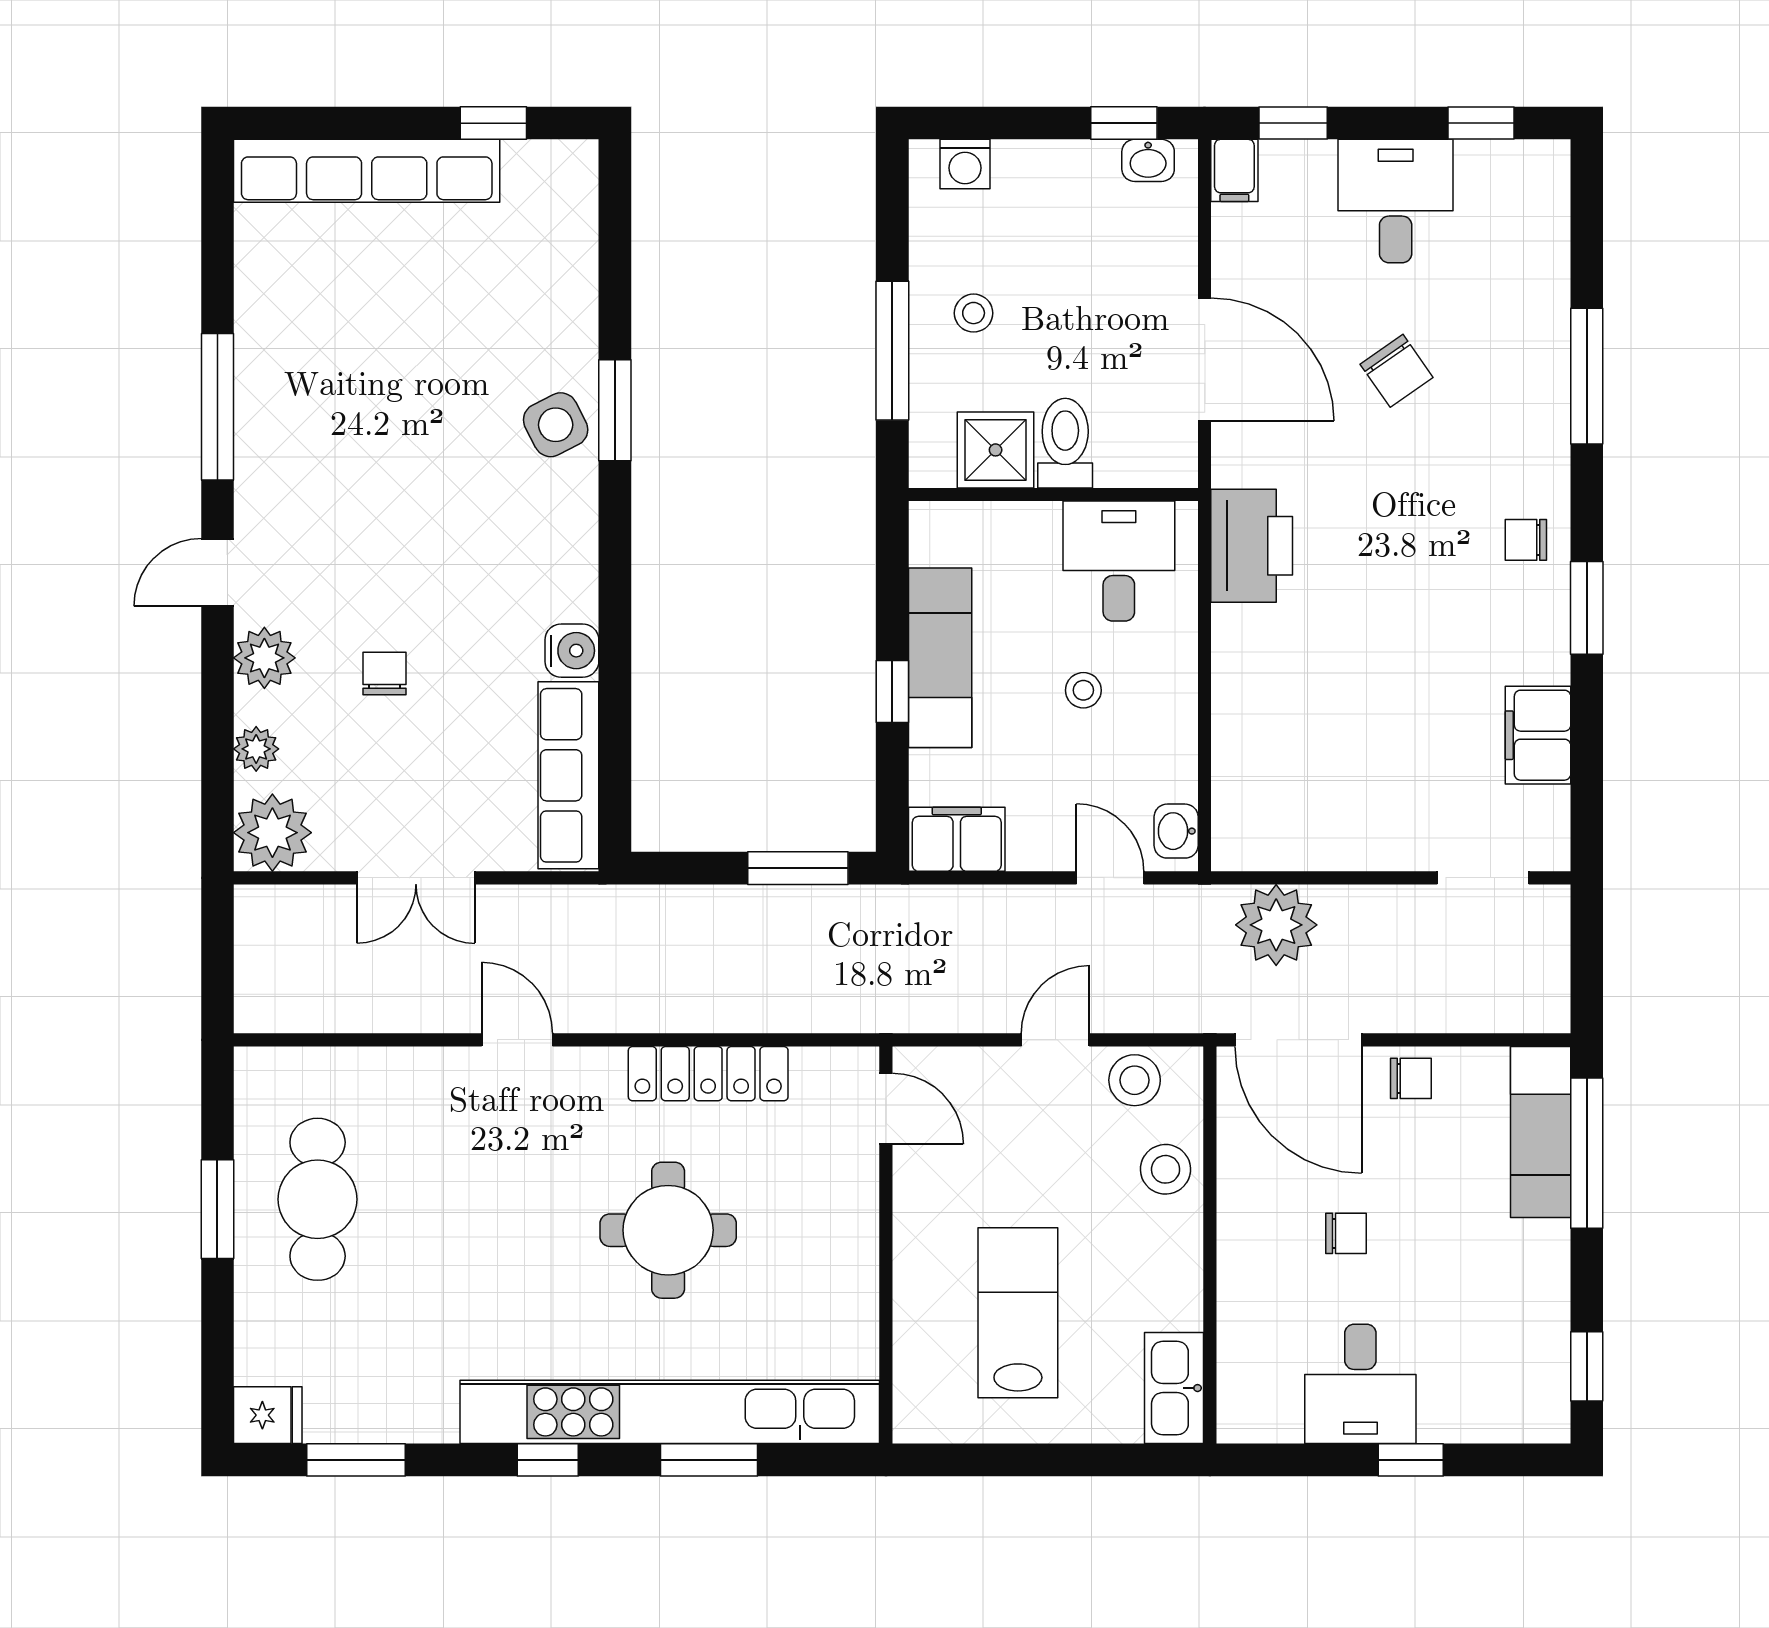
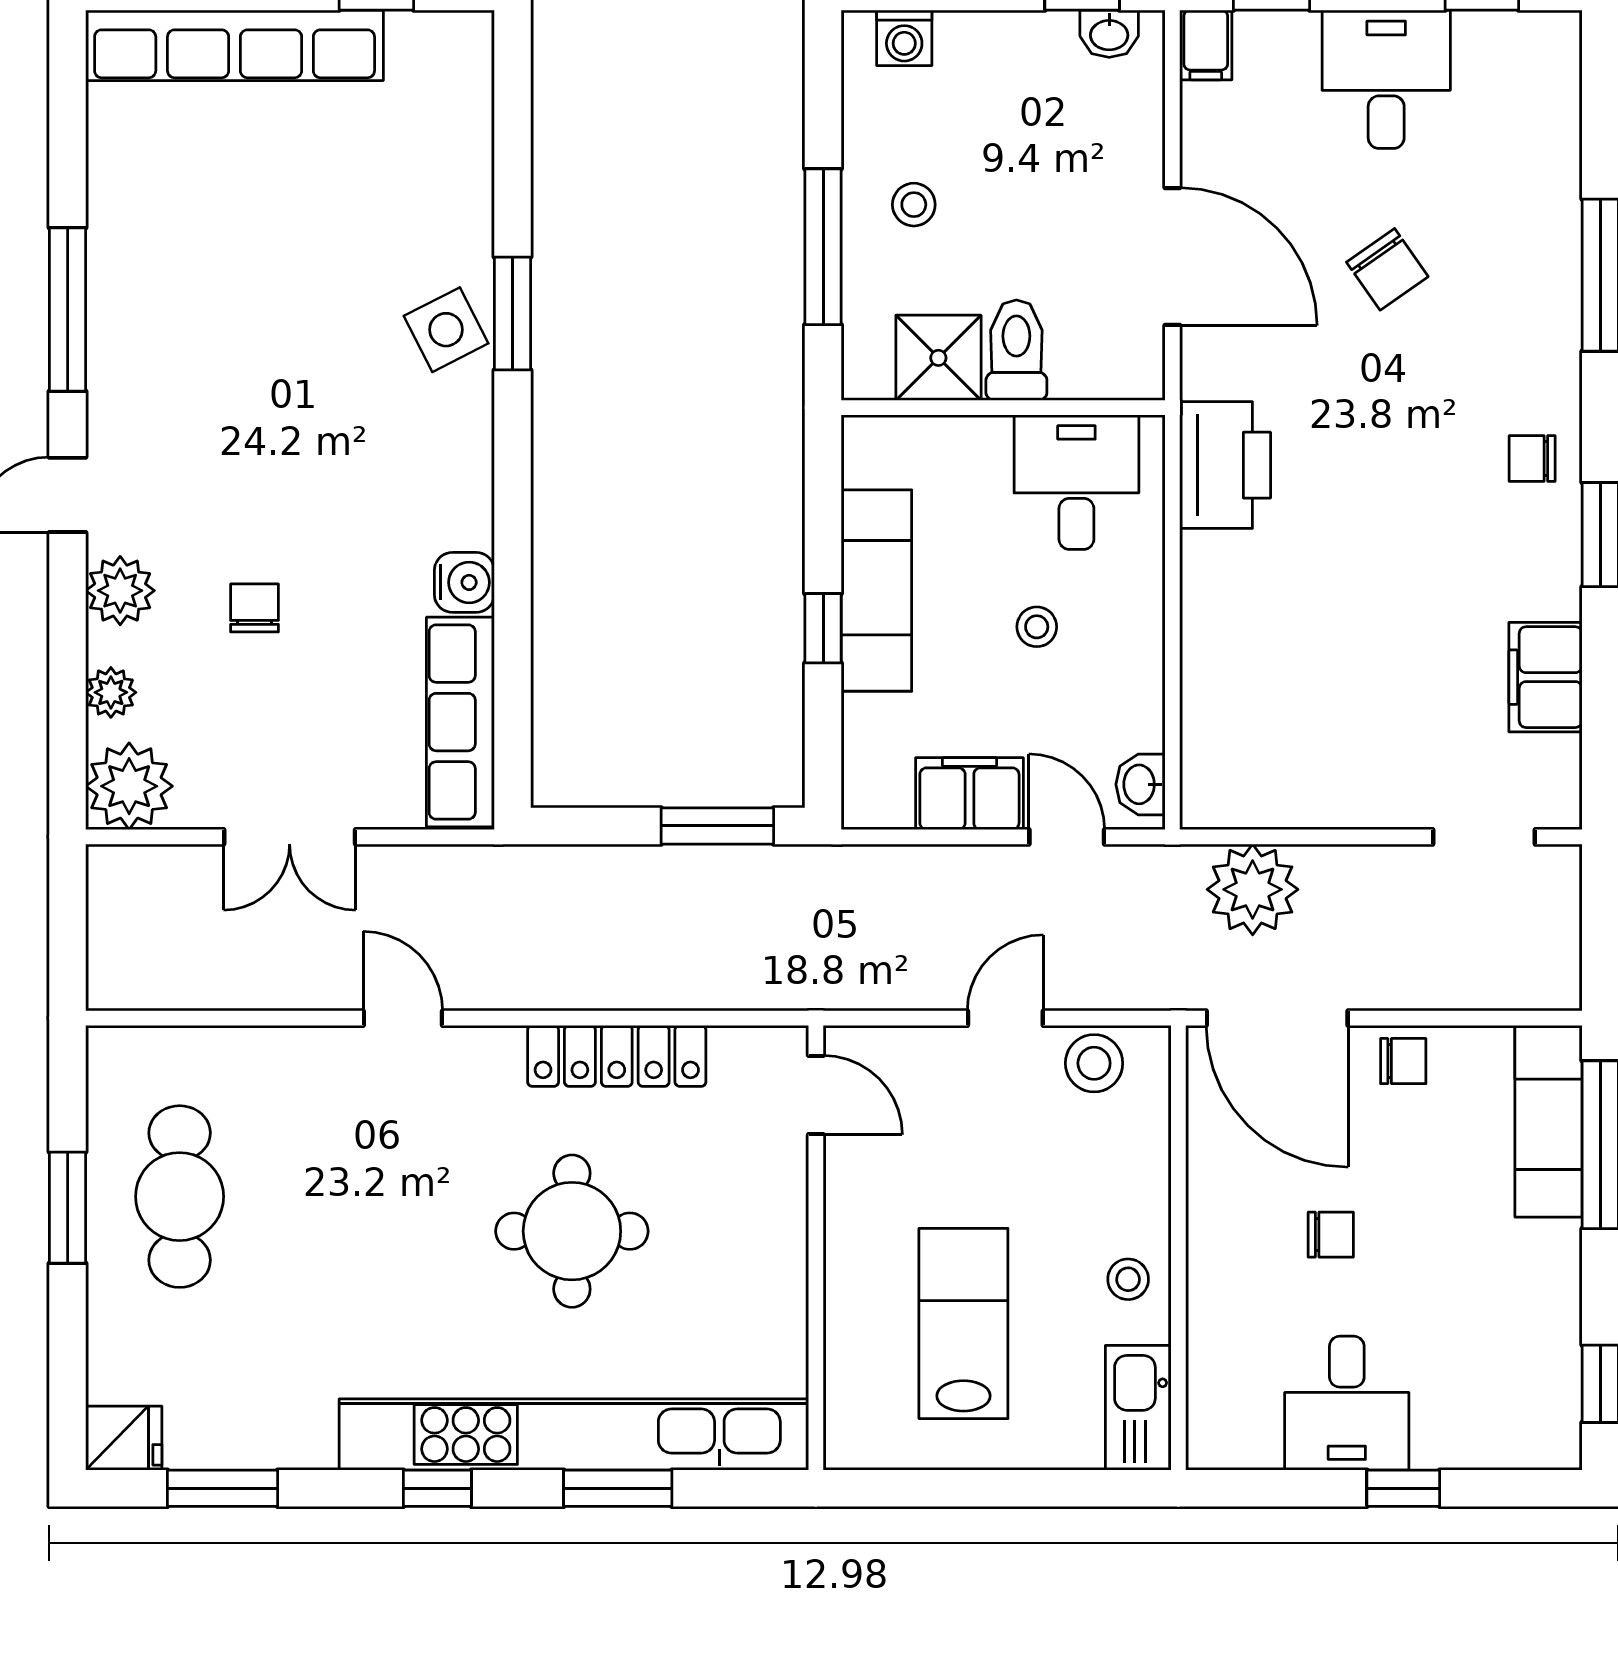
filing cabinet: (957, 839) -> (969, 794), moved
stool: (1166, 1169) -> (1128, 1279), moved, width x0.73, depth x0.73

